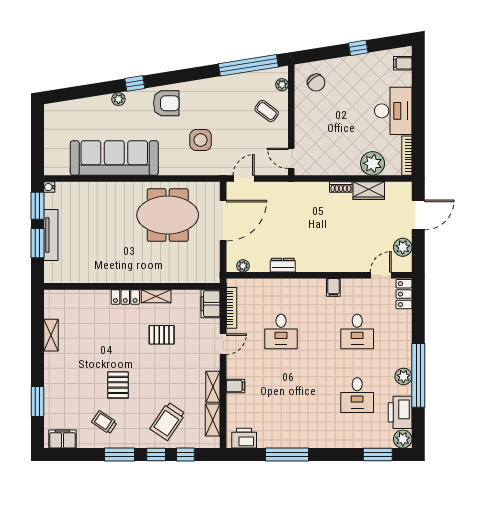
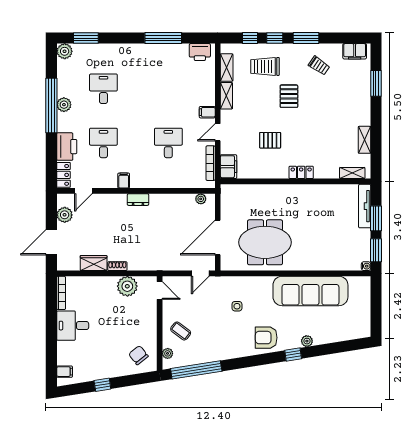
desk: (393, 111) -> (73, 326), width x0.73
side table: (201, 140) -> (237, 306), width x0.54, depth x0.54
plant: (373, 163) -> (127, 286), moved
tv unit: (51, 235) -> (365, 206), moved
dresser: (283, 265) -> (138, 200), moved
shelving: (156, 296) -> (352, 173), moved
pallet: (118, 385) -> (289, 96), moved
filing cabinet: (235, 386) -> (207, 112), moved
printer: (400, 412) -> (67, 147), moved
trolley: (168, 421) -> (265, 66), turned -124

